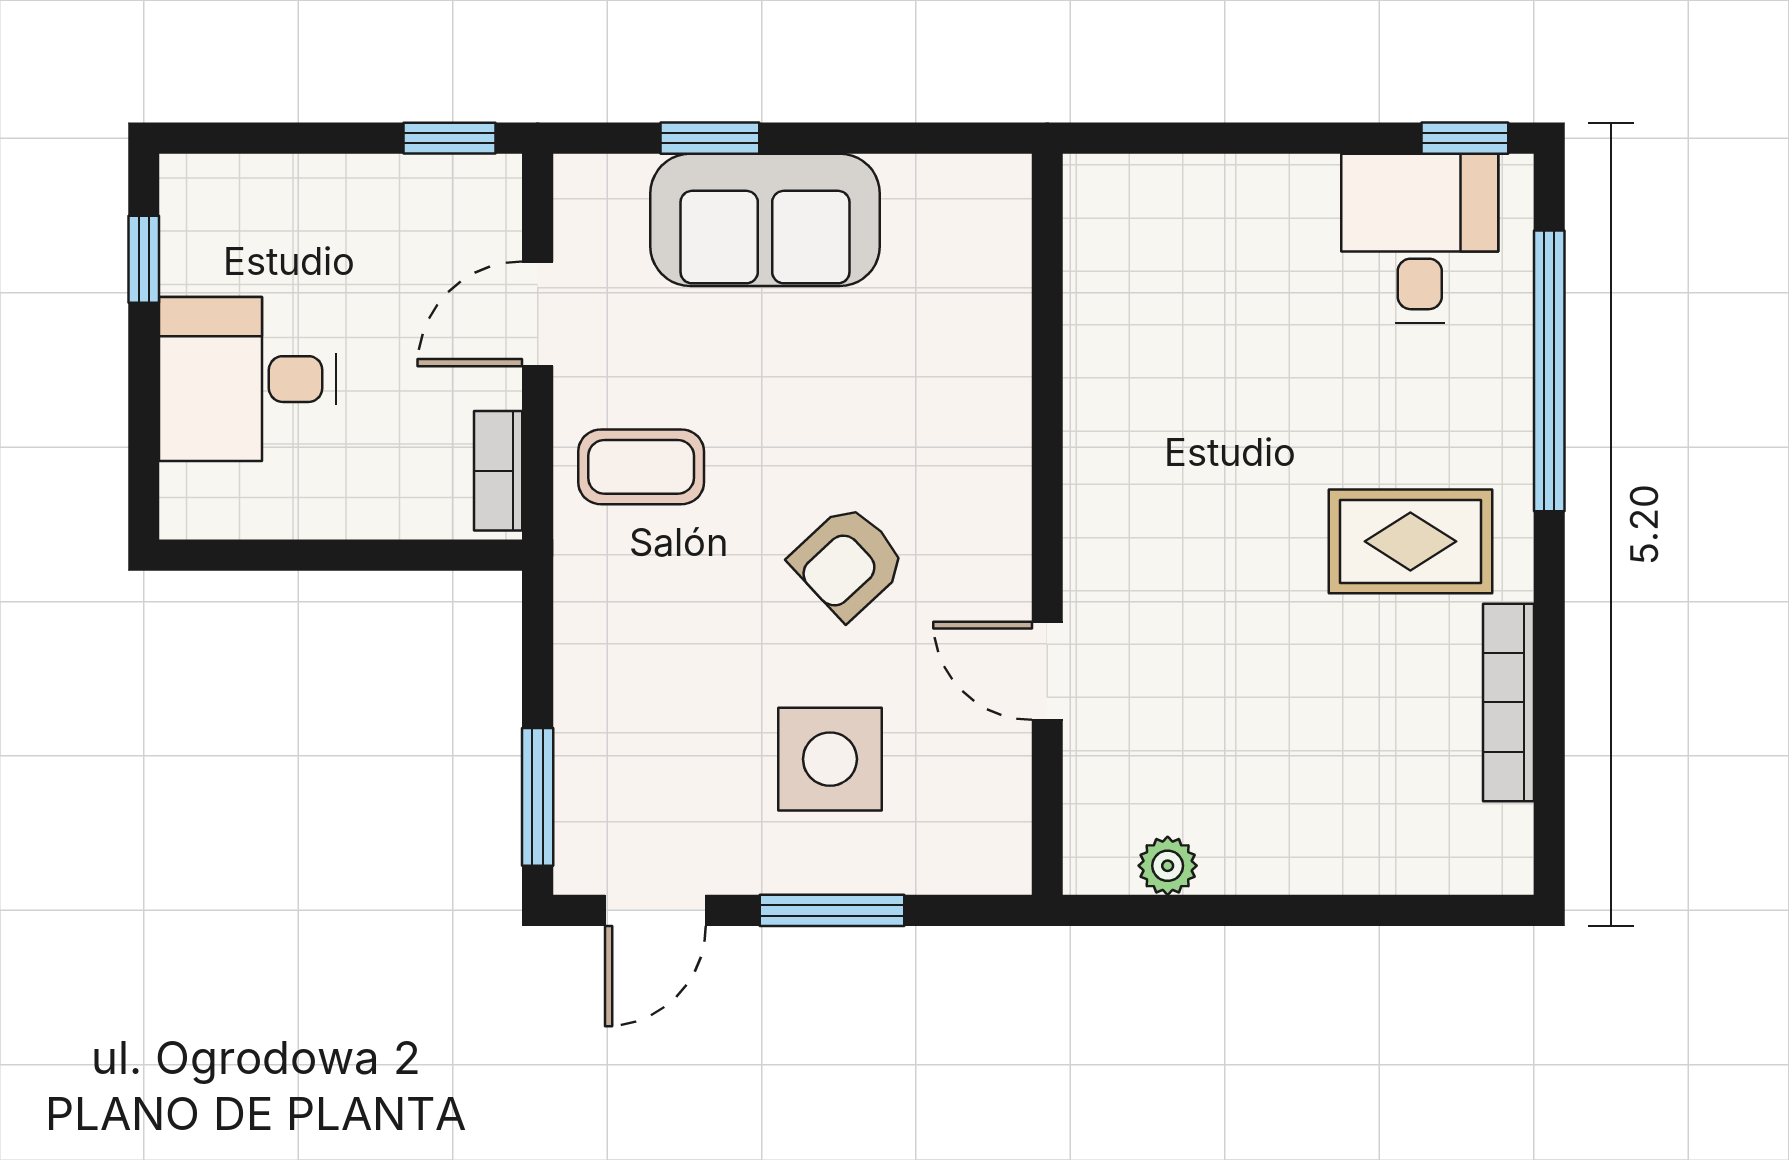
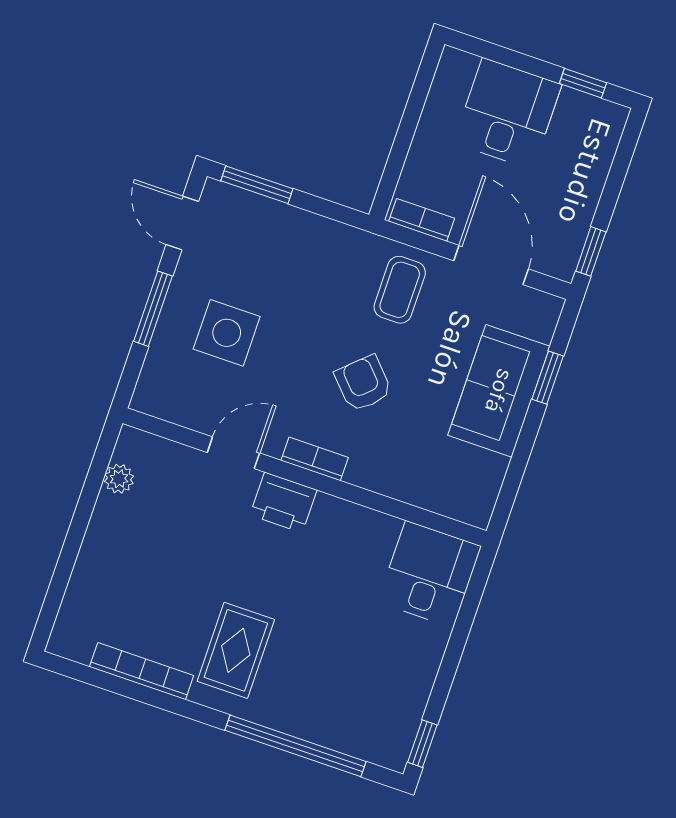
desk: (1420, 238) -> (430, 574), moved, turned -90
door: (538, 314) -> (491, 265), width x1.38
bookcase: (1007, 517) -> (315, 459), added
printer: (1107, 547) -> (283, 502), added
armchair: (848, 562) -> (363, 383), moved

